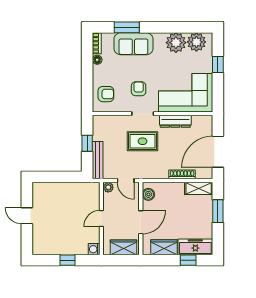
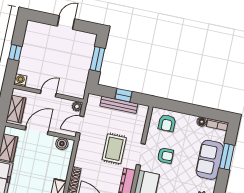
bench: (98, 160) -> (119, 105), moved
window: (57, 177) -> (97, 59), added
door: (101, 219) -> (48, 94), hinge flipped
door: (141, 222) -> (37, 131), swing flipped

